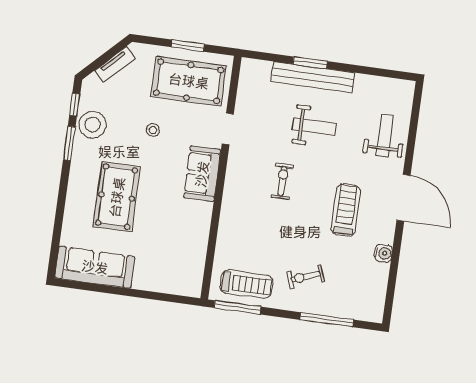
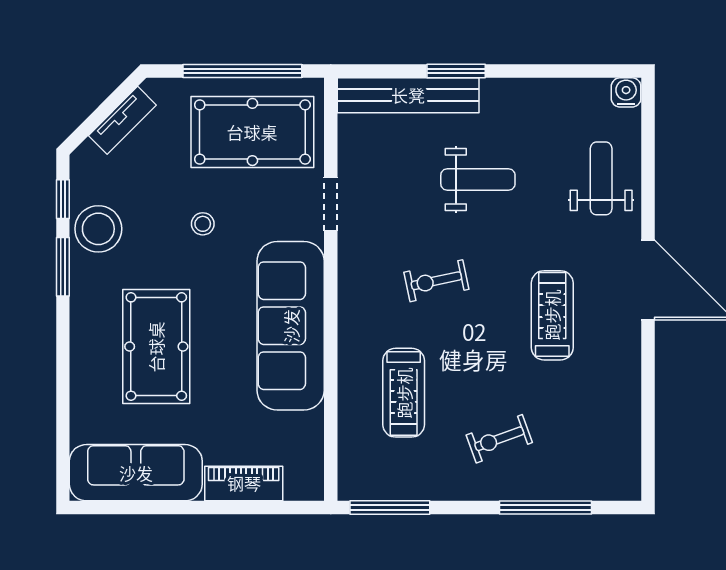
window: (188, 46) -> (242, 71), width x2.11
bench: (313, 77) -> (408, 95), moved
sofa: (202, 174) -> (291, 326), width x1.85, depth x1.27
exercise bike: (282, 181) -> (436, 281), turned -102
water cooler: (383, 253) -> (626, 92), moved, turned -90
piano: (156, 282) -> (244, 483), added
treadmill: (246, 284) -> (404, 393), moved, turned 90

